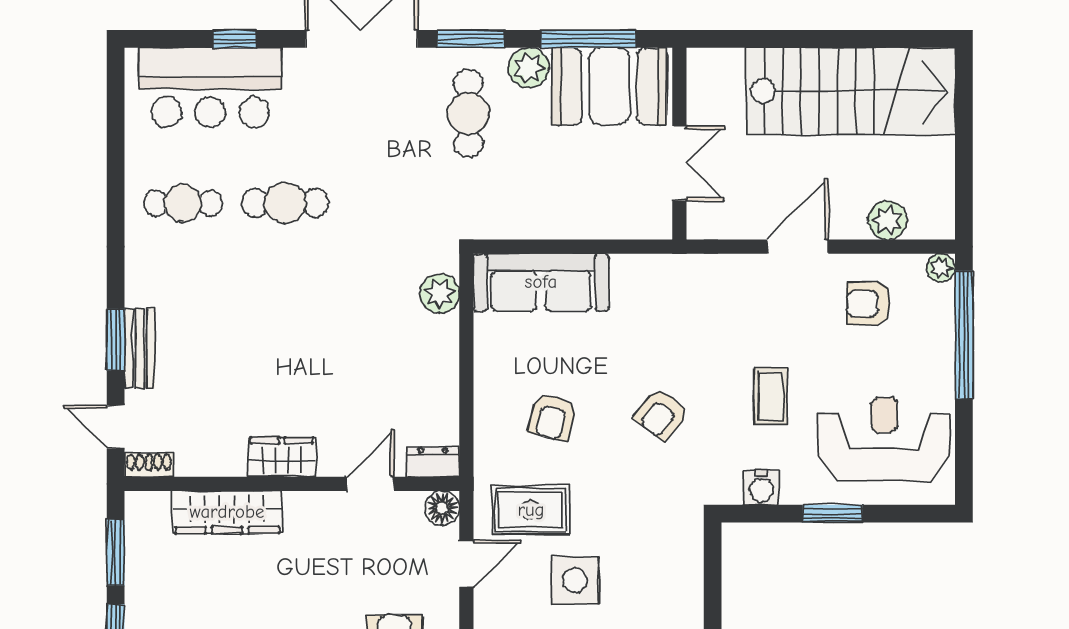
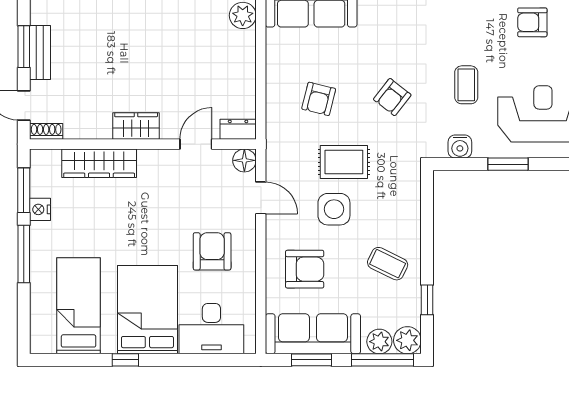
rug: (531, 510) -> (344, 162), moved
door: (466, 564) -> (261, 198), hinge flipped
nightstand: (140, 581) -> (40, 209), added

